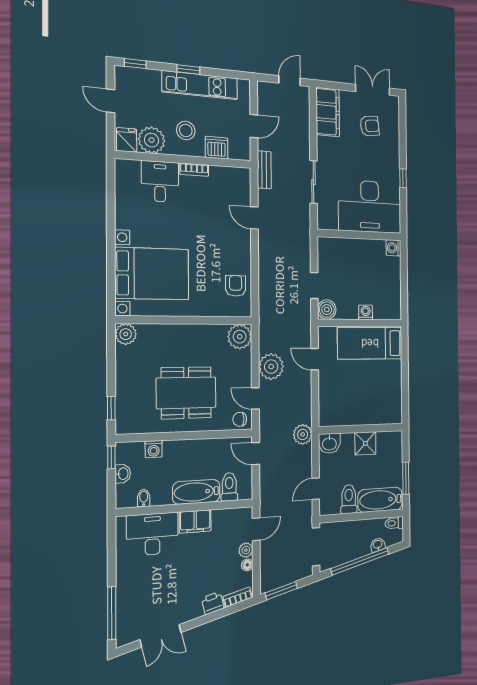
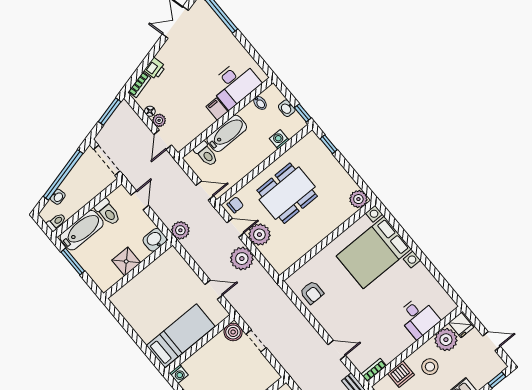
bookcase: (194, 170) -> (374, 370), moved
washing machine: (366, 312) -> (179, 374), moved
plant: (240, 337) -> (259, 235), moved
filing cabinet: (195, 521) -> (217, 109), width x0.50

